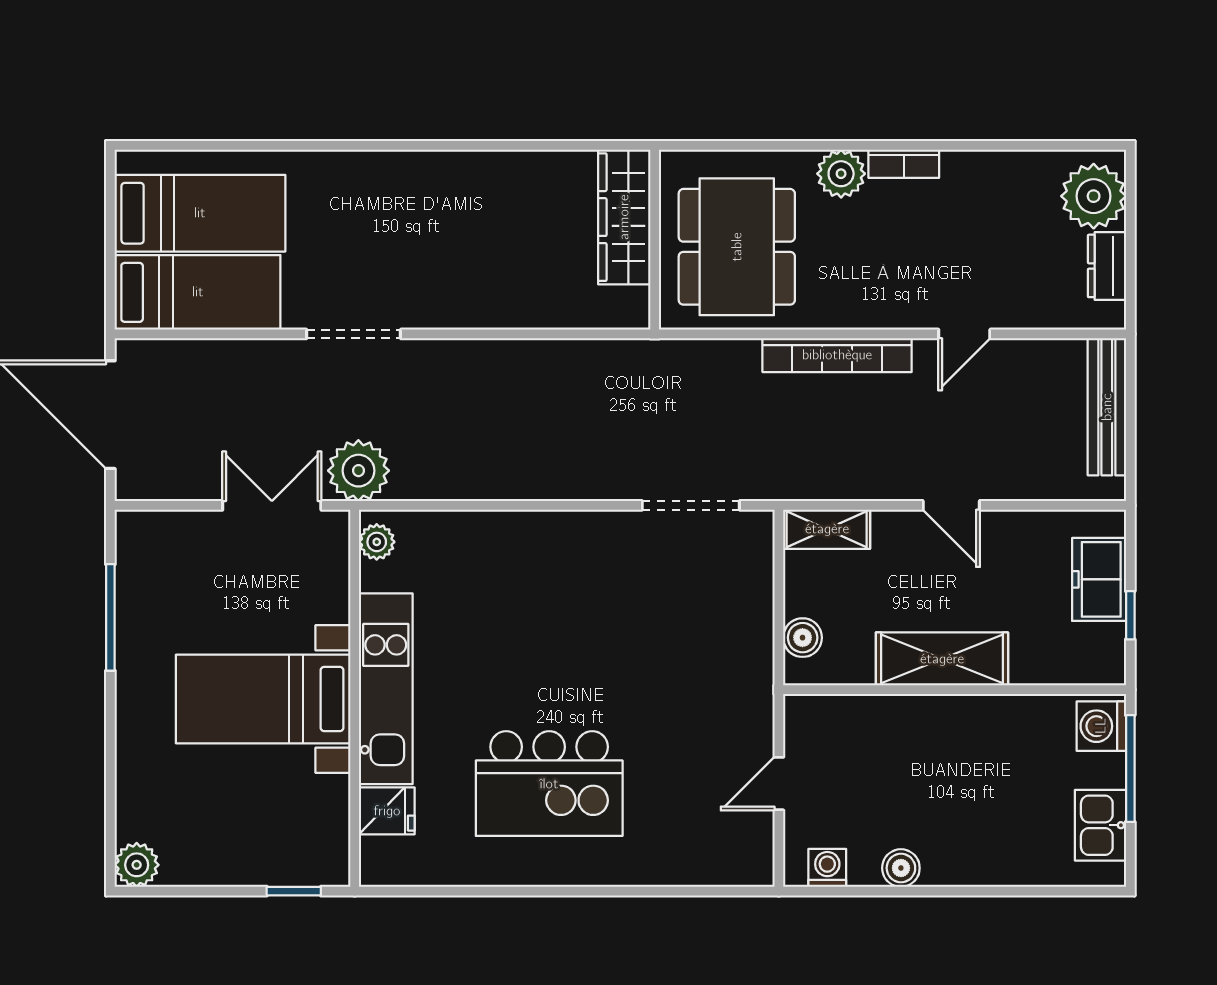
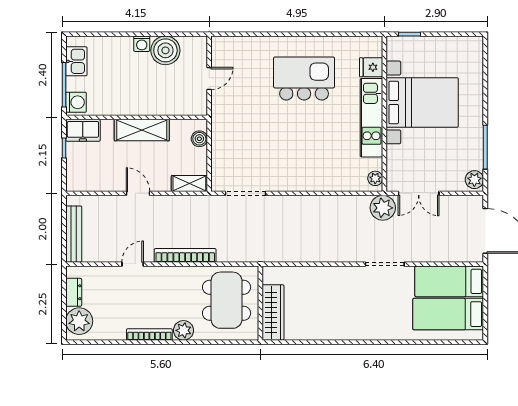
bookcase: (904, 164) -> (149, 334), width x1.56
freezer: (1099, 579) -> (83, 130), moved, turned 90
bed with nightstands: (263, 699) -> (422, 102), width x1.36
plant: (137, 865) -> (474, 180), moved
washing machine: (827, 868) -> (142, 44), moved
boiler: (901, 868) -> (165, 50), width x1.86, depth x1.86

